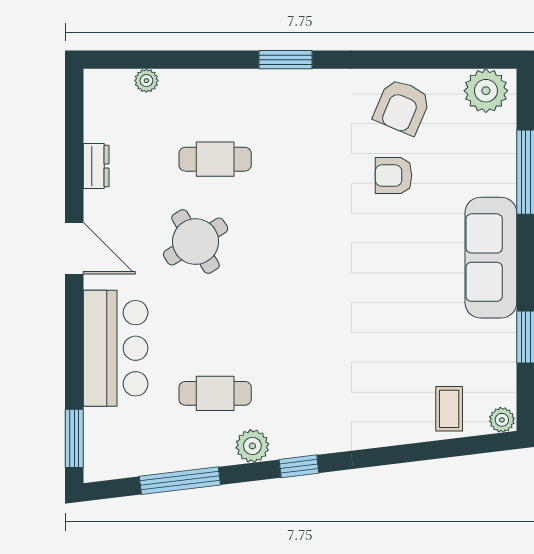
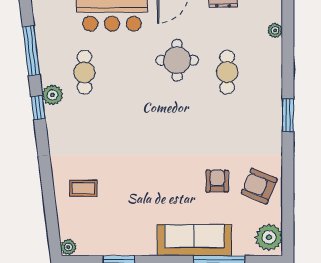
round table: (196, 242) -> (177, 60), turned 32
sofa: (491, 258) -> (194, 240), moved
coffee table: (449, 409) -> (83, 188), moved
window: (299, 466) -> (38, 108), moved

